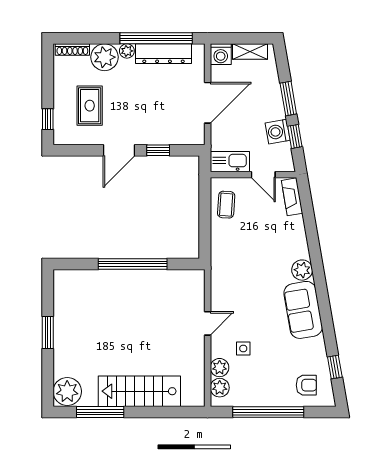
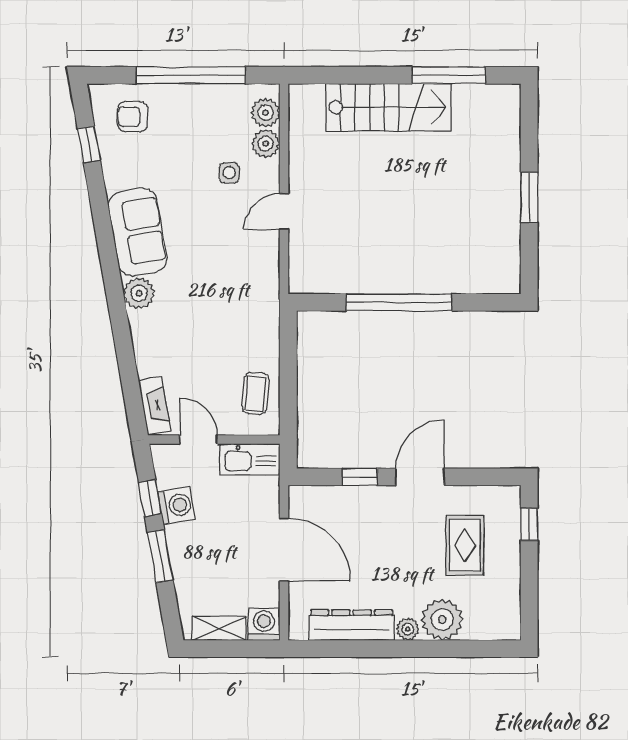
window: (156, 38) -> (363, 649), removed
shoe rack: (72, 49) -> (491, 631), removed
door: (208, 103) -> (284, 550), swing flipped
plant: (67, 391) -> (499, 107), removed

